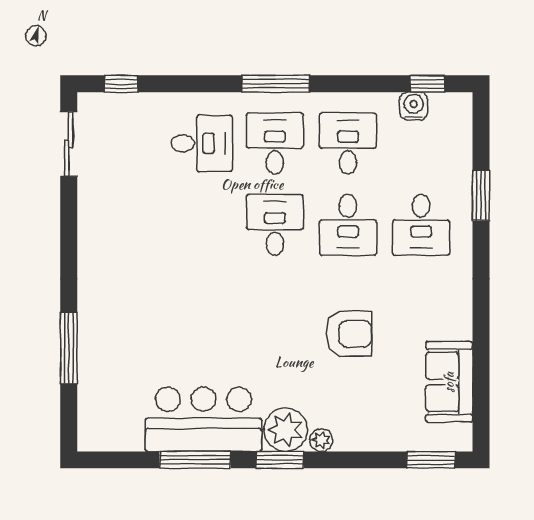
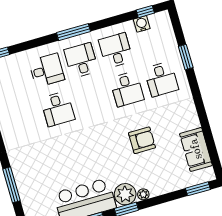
desk: (275, 225) -> (58, 109), moved, turned 180

